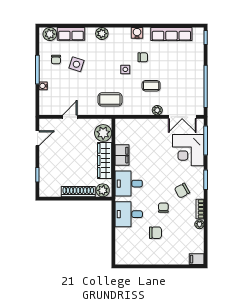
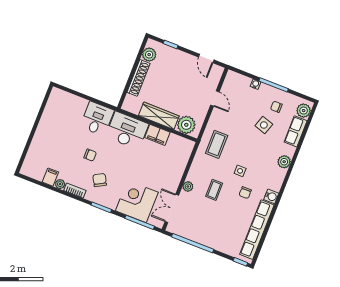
row of seats: (171, 34) -> (257, 230), width x1.36
desk: (129, 184) -> (127, 130), width x1.37
plant: (103, 190) -> (149, 55), moved
chair: (155, 233) -> (69, 138), removed
filing cabinet: (197, 259) -> (50, 177), moved

